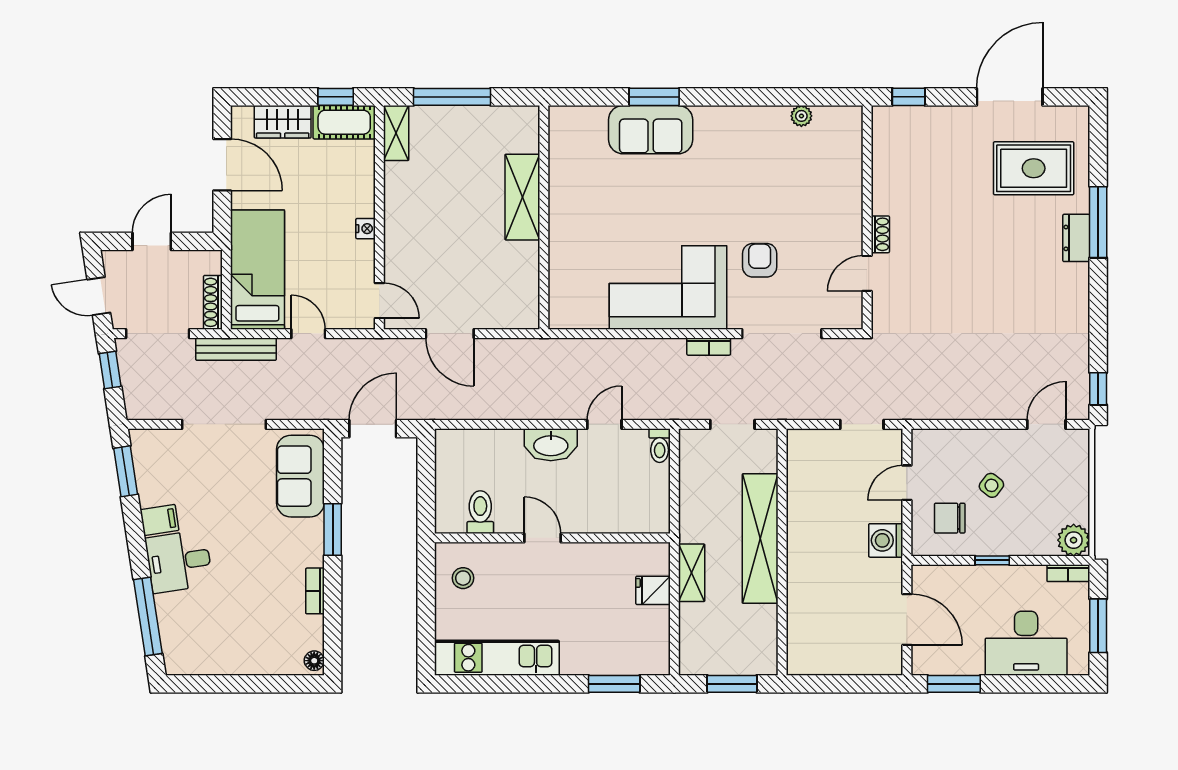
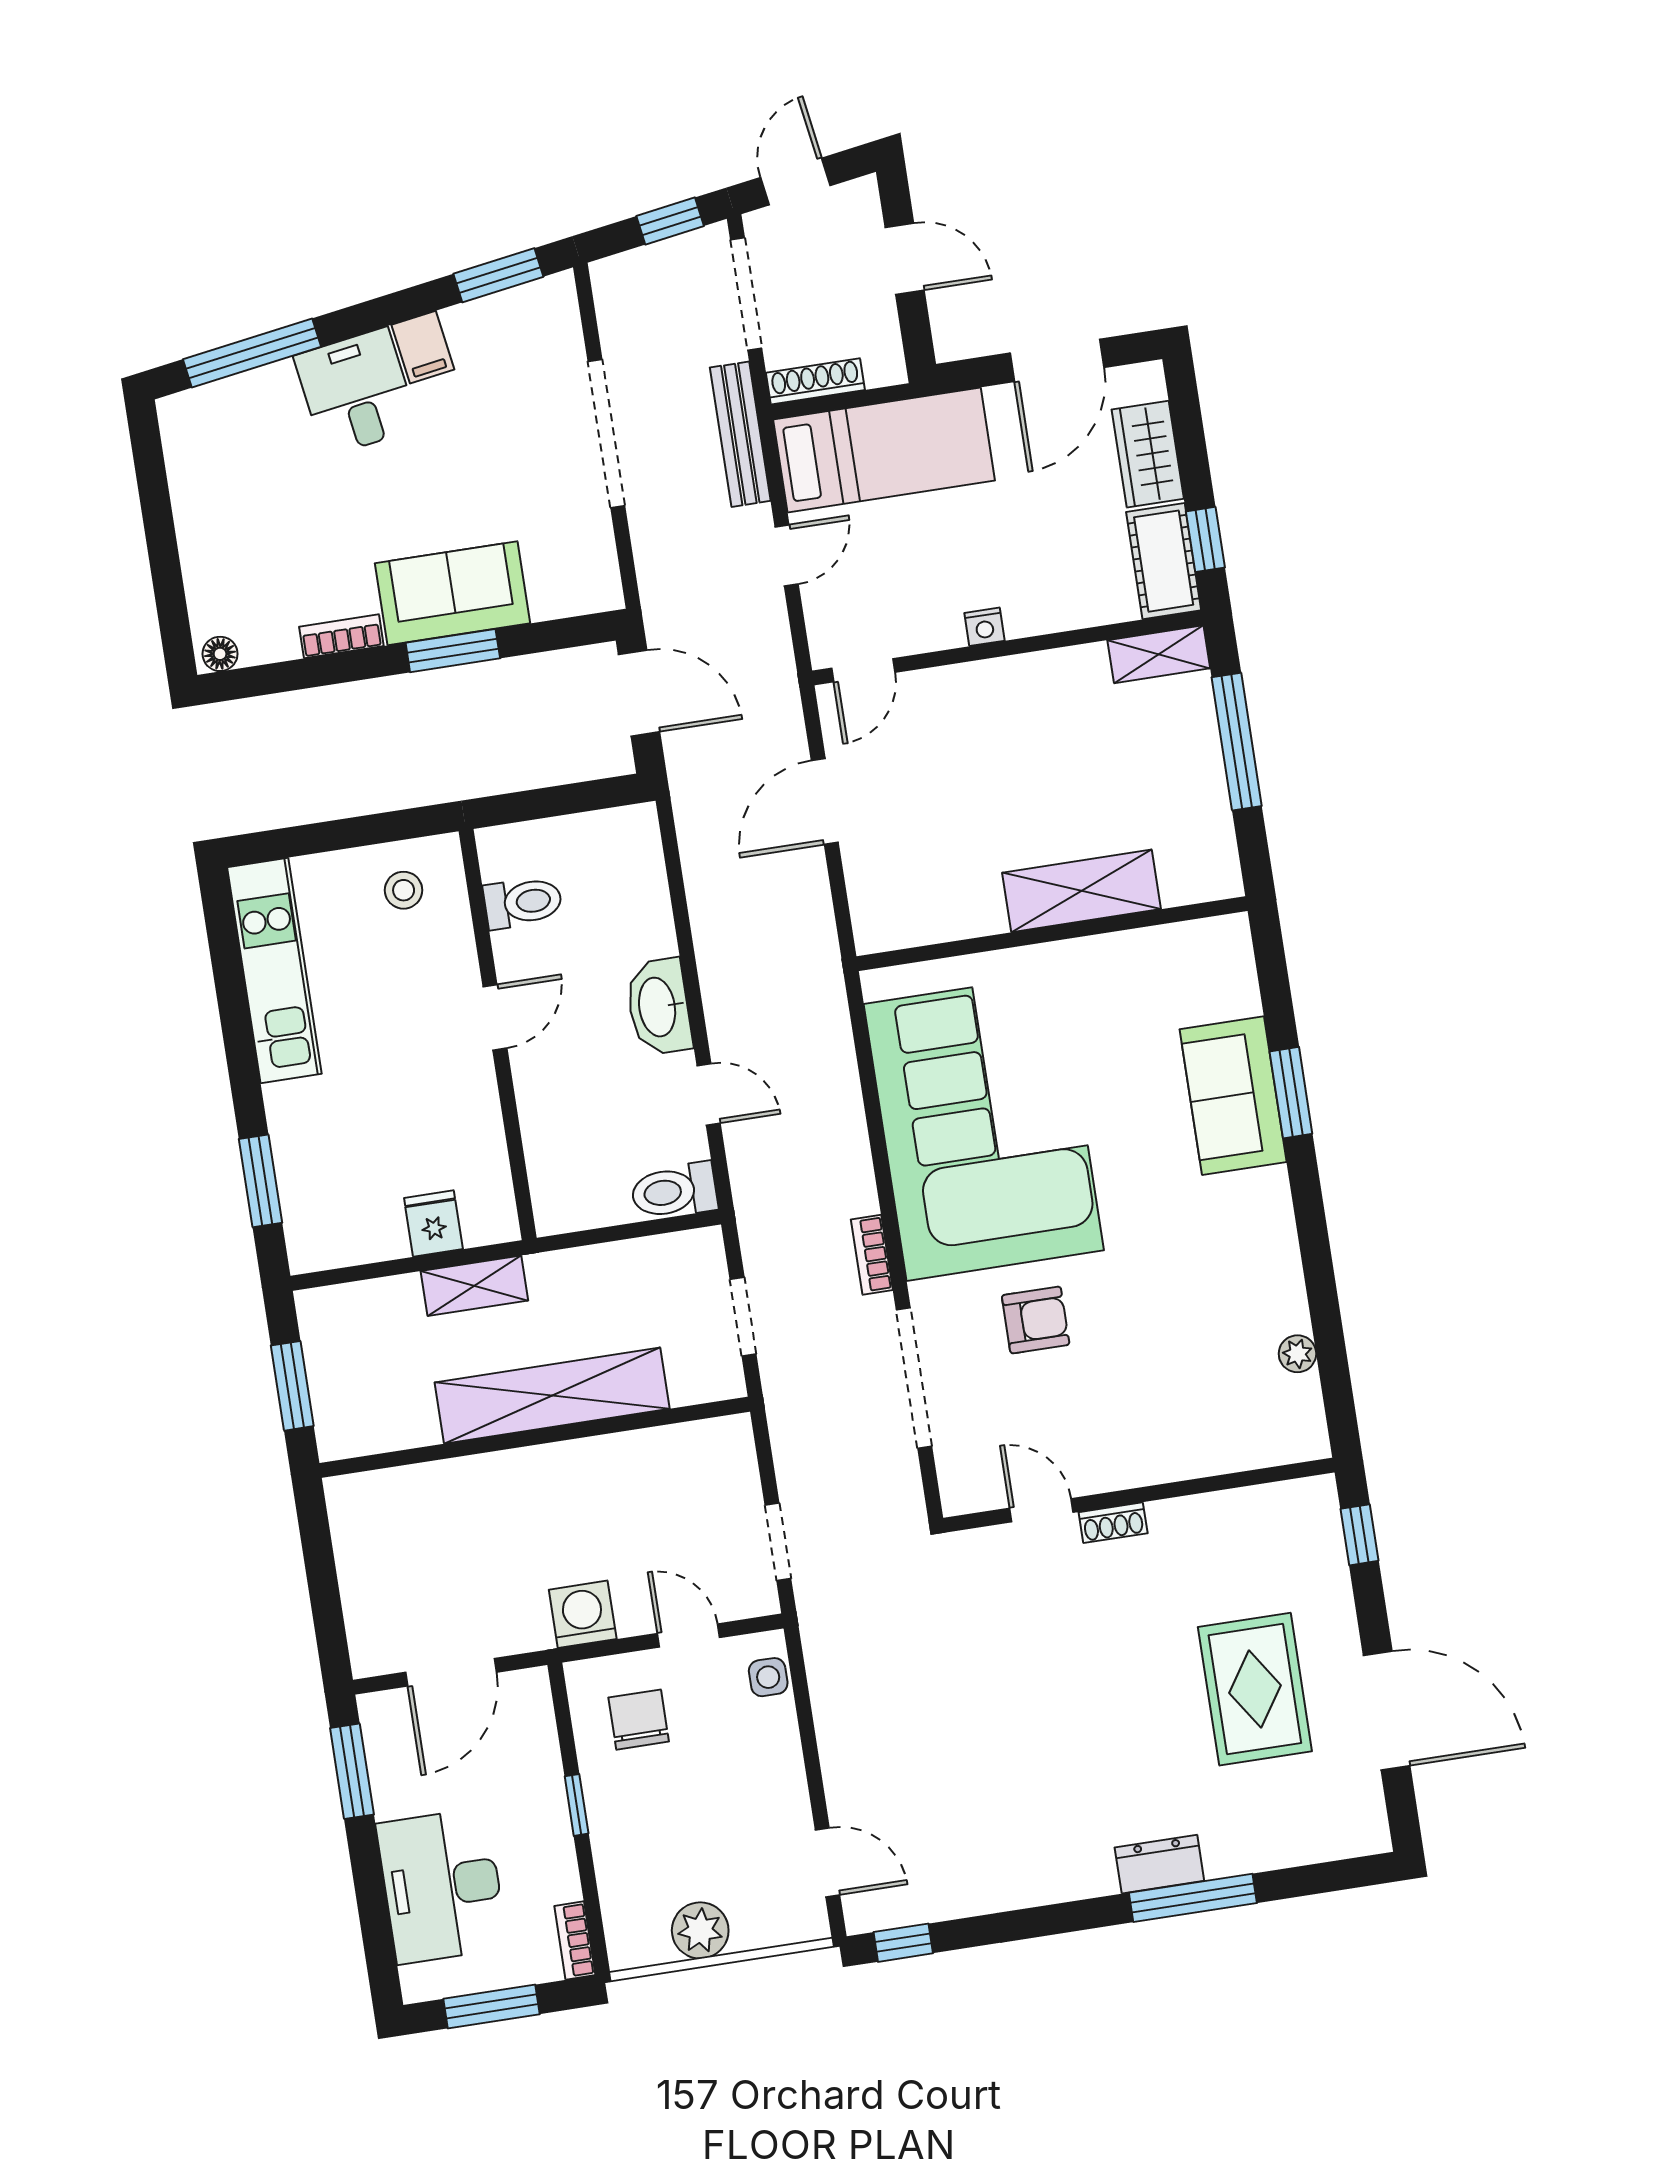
rug: (1034, 168) -> (1255, 1689), moved
corner sofa: (668, 288) -> (984, 1127), width x1.36, depth x1.36
toilet: (660, 446) -> (674, 1191), width x1.37, depth x1.39
sofa: (300, 476) -> (453, 593), moved
side table: (991, 485) -> (768, 1677), moved, turned -38
plant: (1074, 540) -> (700, 1930), moved

